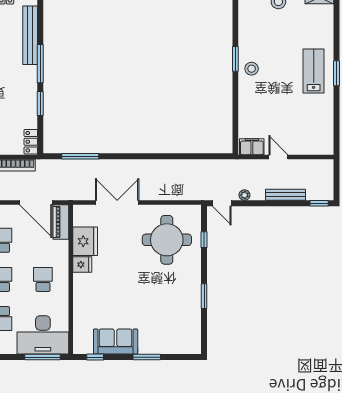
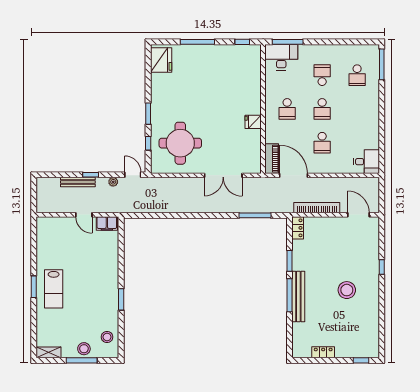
bench: (30, 35) -> (298, 296), moved
stool: (252, 69) -> (107, 337), moved
window: (319, 203) -> (91, 175), moved
fridge: (85, 241) -> (161, 60), moved, turned 180
window: (204, 296) -> (148, 114), moved
desk: (43, 335) -> (281, 57), width x0.73, depth x0.77
sofa: (116, 342) -> (225, 55), removed
window: (147, 357) -> (197, 42), width x1.44

